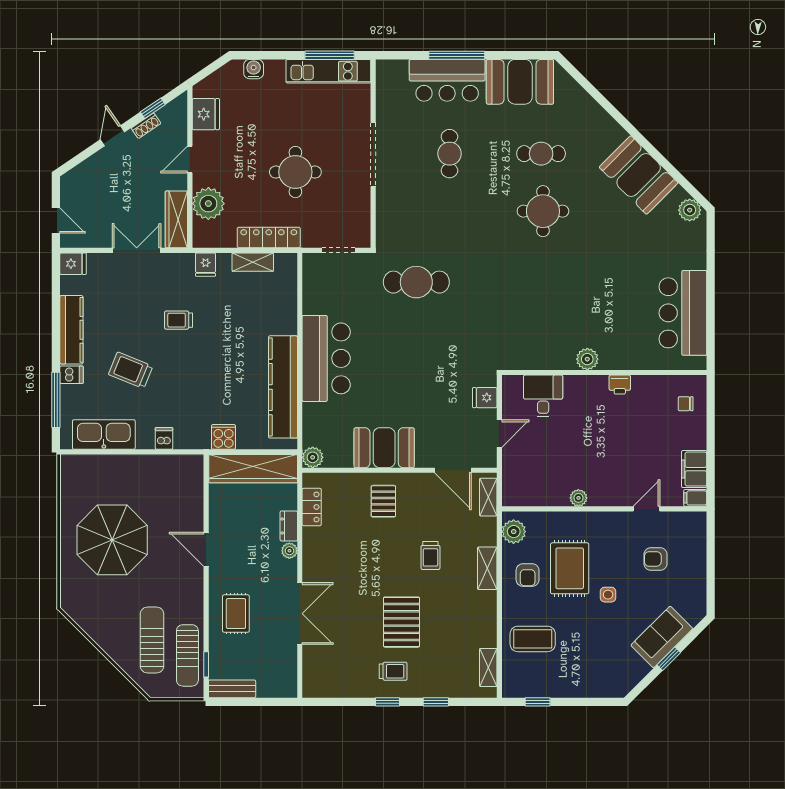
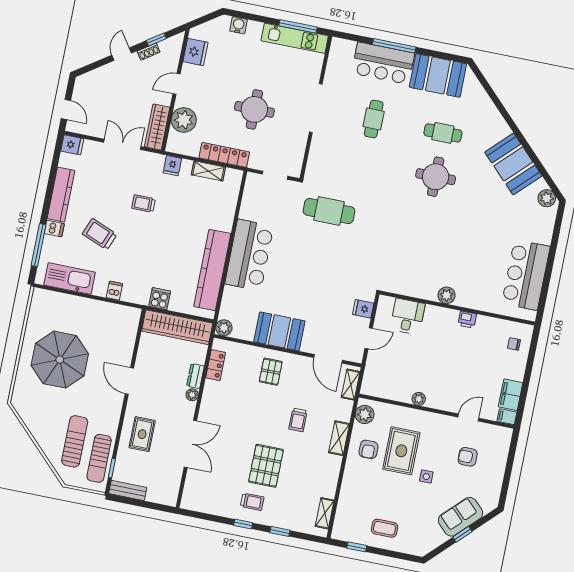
coffee table: (533, 639) -> (385, 528), moved, width x0.73, depth x0.77

